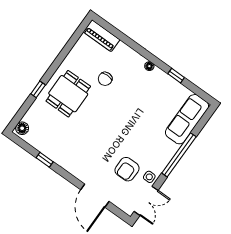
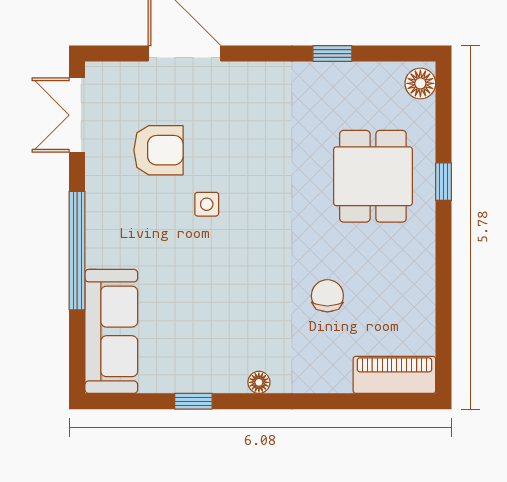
dining table: (68, 94) -> (373, 176), moved
armchair: (127, 169) -> (158, 150), turned 90
side table: (149, 177) -> (207, 204), moved

